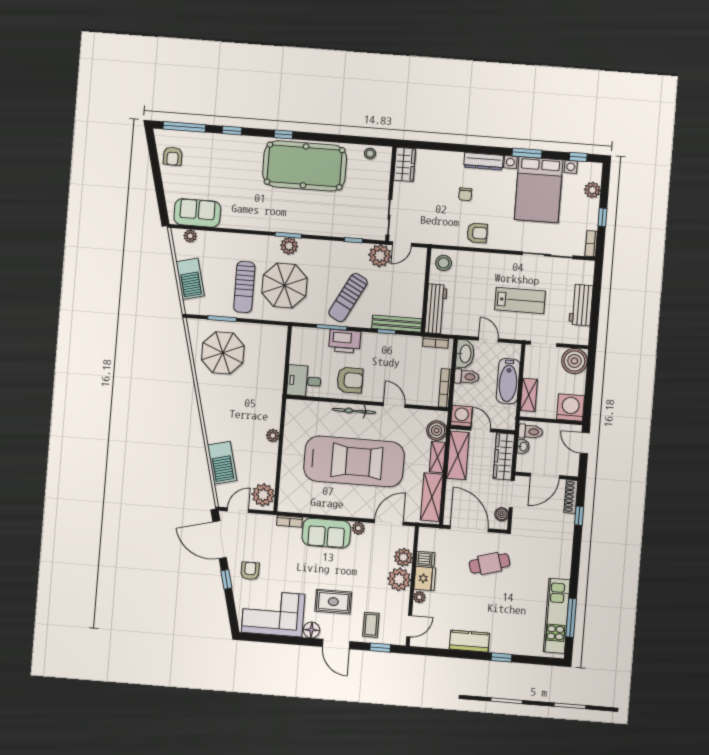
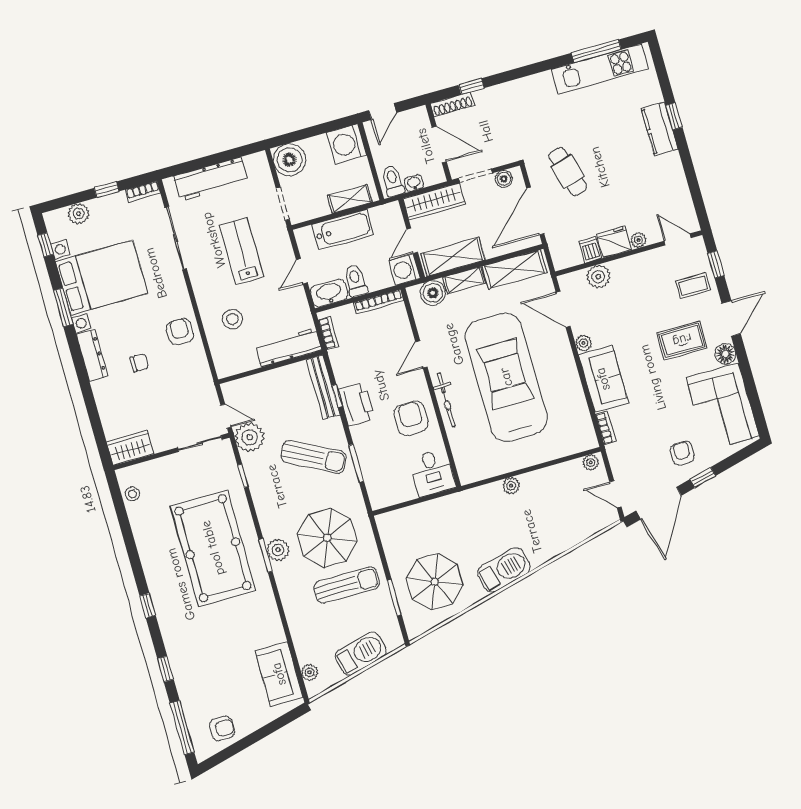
pool table: (305, 166) -> (213, 548), moved
stool: (444, 263) -> (232, 319), moved
workbench: (581, 305) -> (211, 179), width x1.38
printer: (345, 341) -> (357, 404), moved
barbecue: (222, 463) -> (504, 570), moved
plant: (263, 495) -> (591, 462), width x0.53, depth x0.53
armchair: (250, 571) -> (682, 453), turned 90
plant: (399, 579) -> (626, 272), removed
rug: (333, 602) -> (682, 340), turned 90
kitchen counter: (469, 641) -> (660, 129), moved

